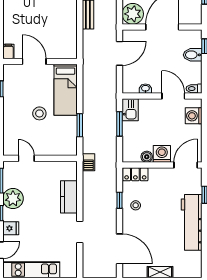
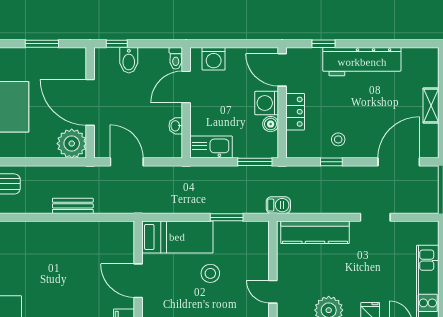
door: (34, 62) -> (138, 281), hinge flipped
kitchen sink: (130, 110) -> (211, 147), width x1.38
window: (120, 124) -> (255, 162), moved
door: (26, 158) -> (273, 292), hinge flipped
locker: (135, 174) -> (295, 112), moved
kitchen counter: (69, 197) -> (315, 232), width x1.50

